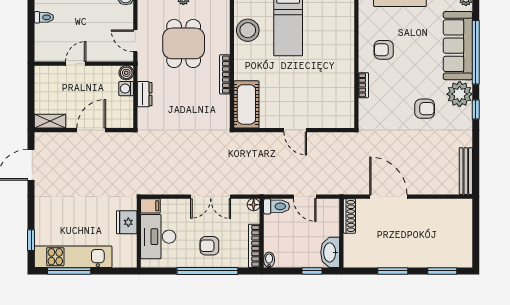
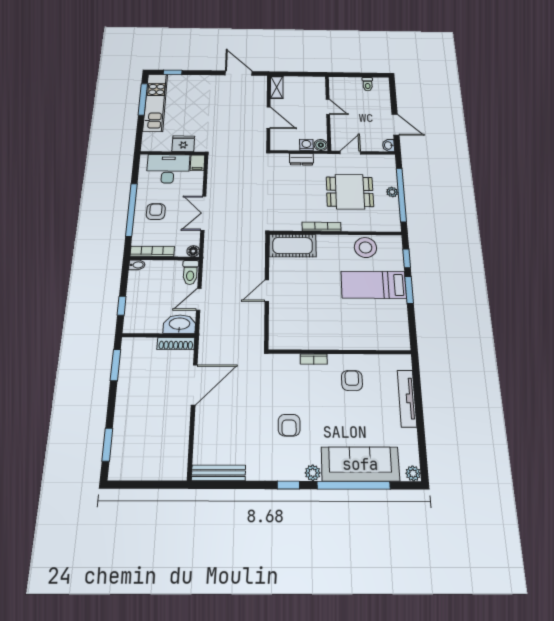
plant: (460, 94) -> (313, 473), width x0.53, depth x0.53
washbasin: (330, 252) -> (179, 324), moved
window: (393, 271) -> (115, 365), moved

